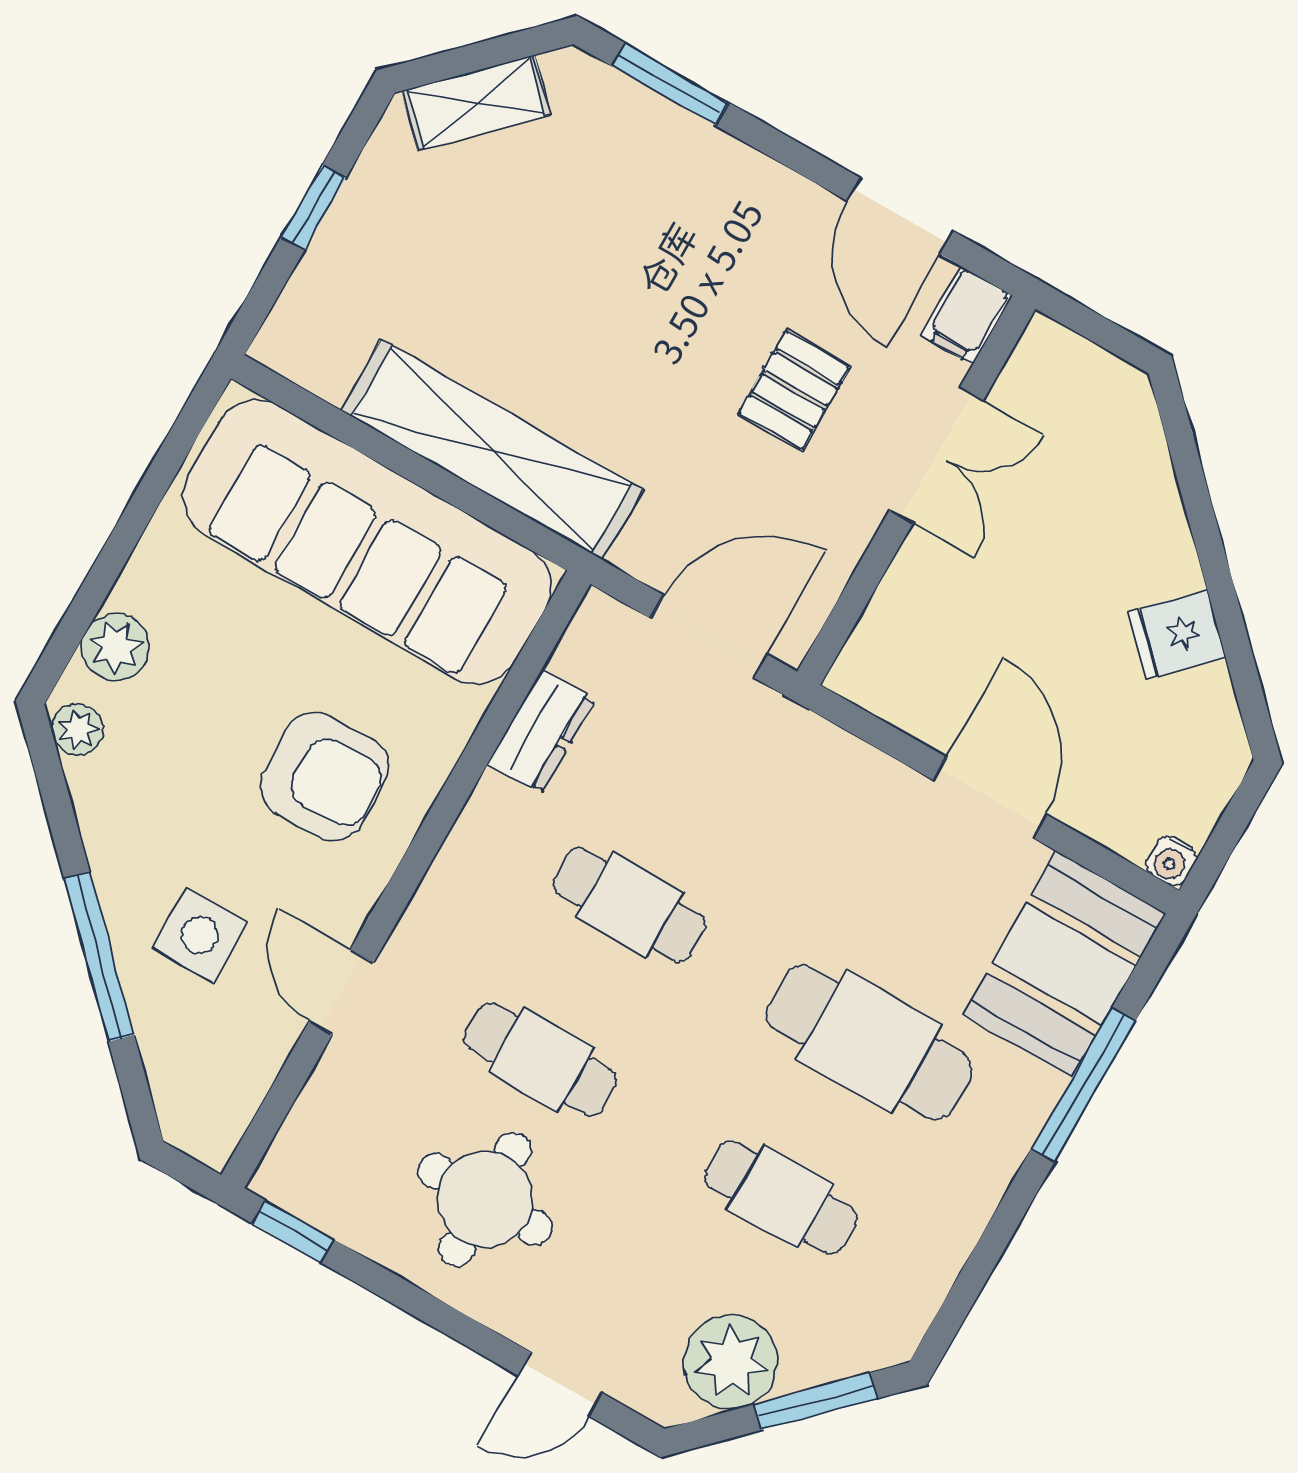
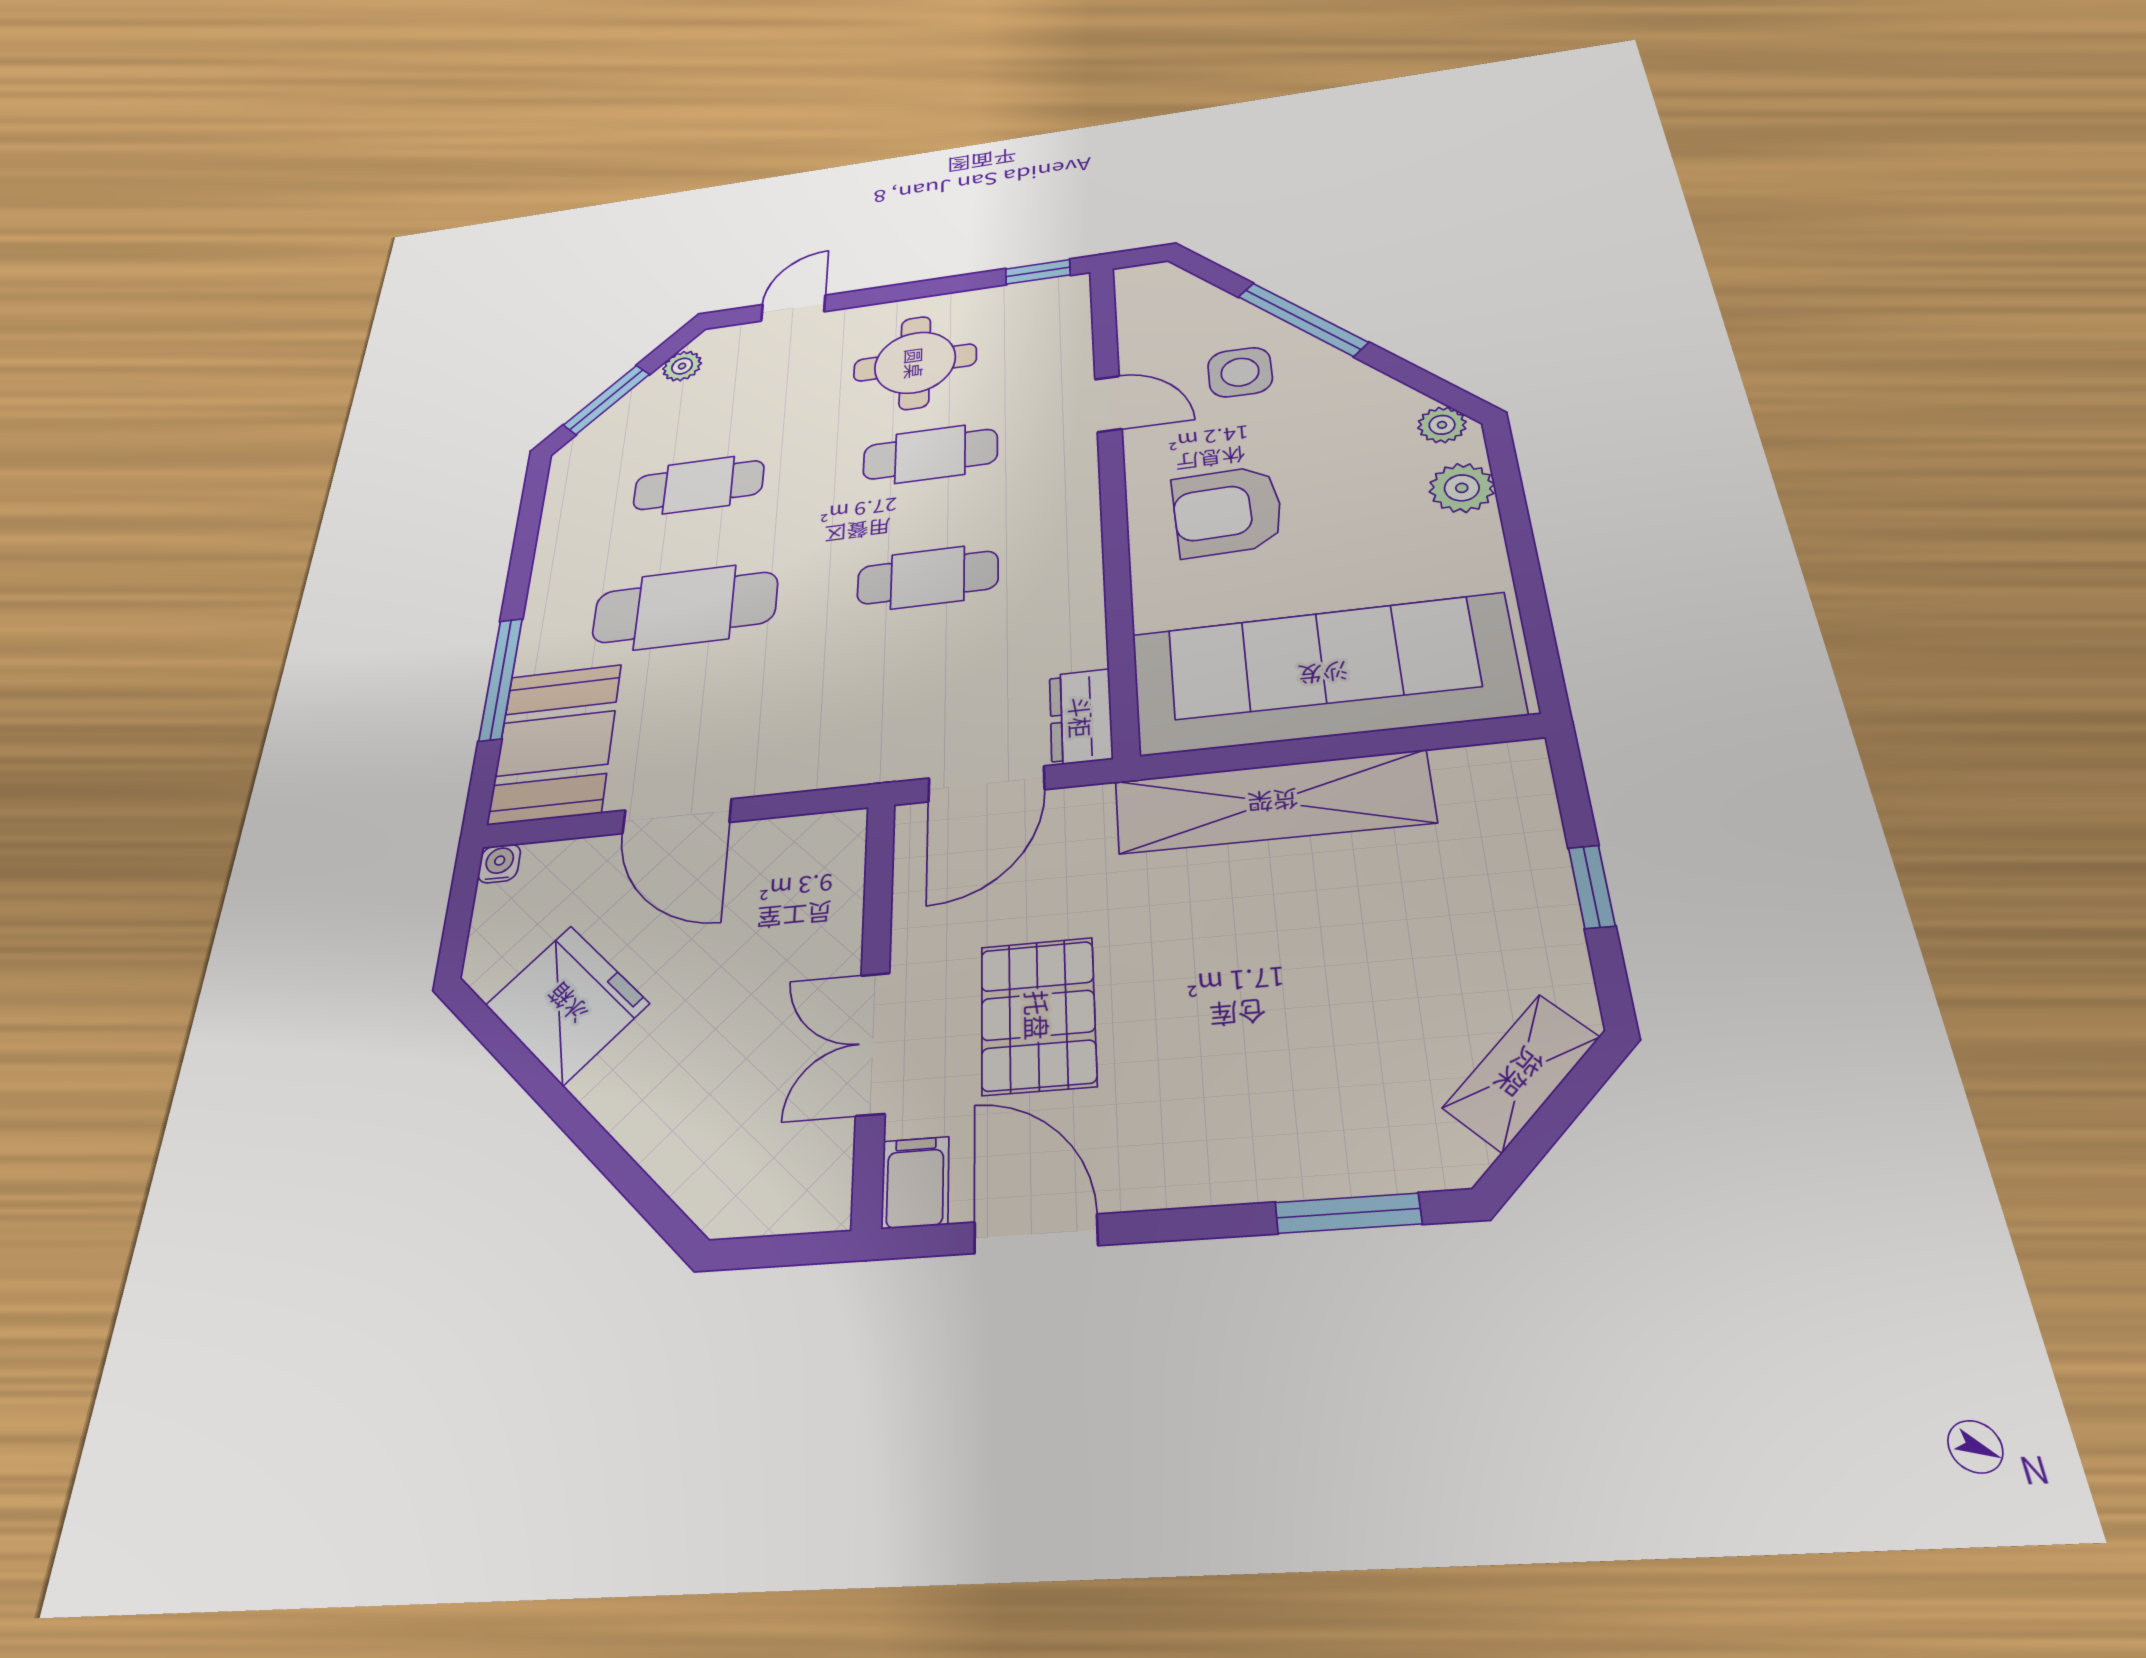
pallet: (794, 390) -> (1038, 1015), width x1.50, depth x1.42
fridge: (1177, 634) -> (567, 1004), width x1.88, depth x1.34
dresser: (541, 731) -> (1081, 717), moved
plant: (731, 1362) -> (682, 366), width x0.53, depth x0.53

